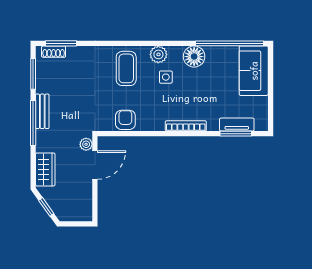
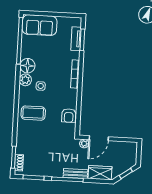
plant: (158, 54) -> (25, 80), moved
bench: (42, 111) -> (75, 173), moved
armchair: (125, 120) -> (69, 115), turned -90
door: (95, 165) -> (99, 138), swing flipped

